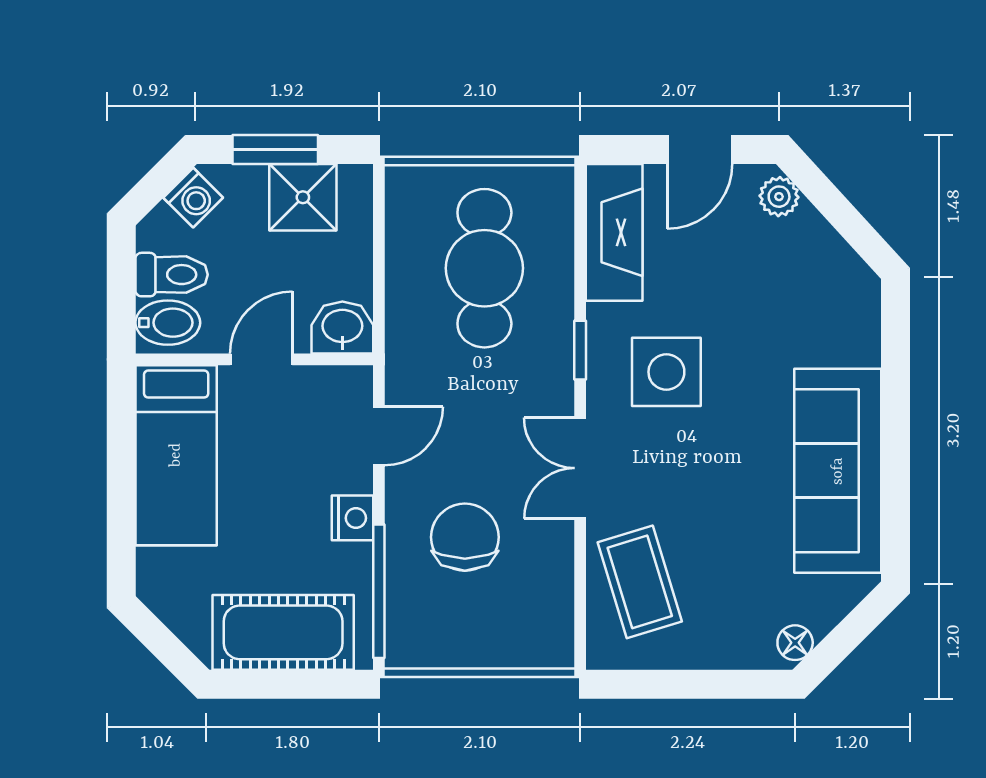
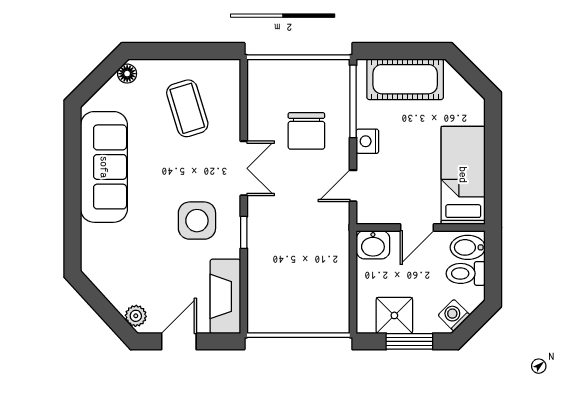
cafe table: (484, 268) -> (296, 277), removed
coffee table: (640, 582) -> (187, 108), moved

